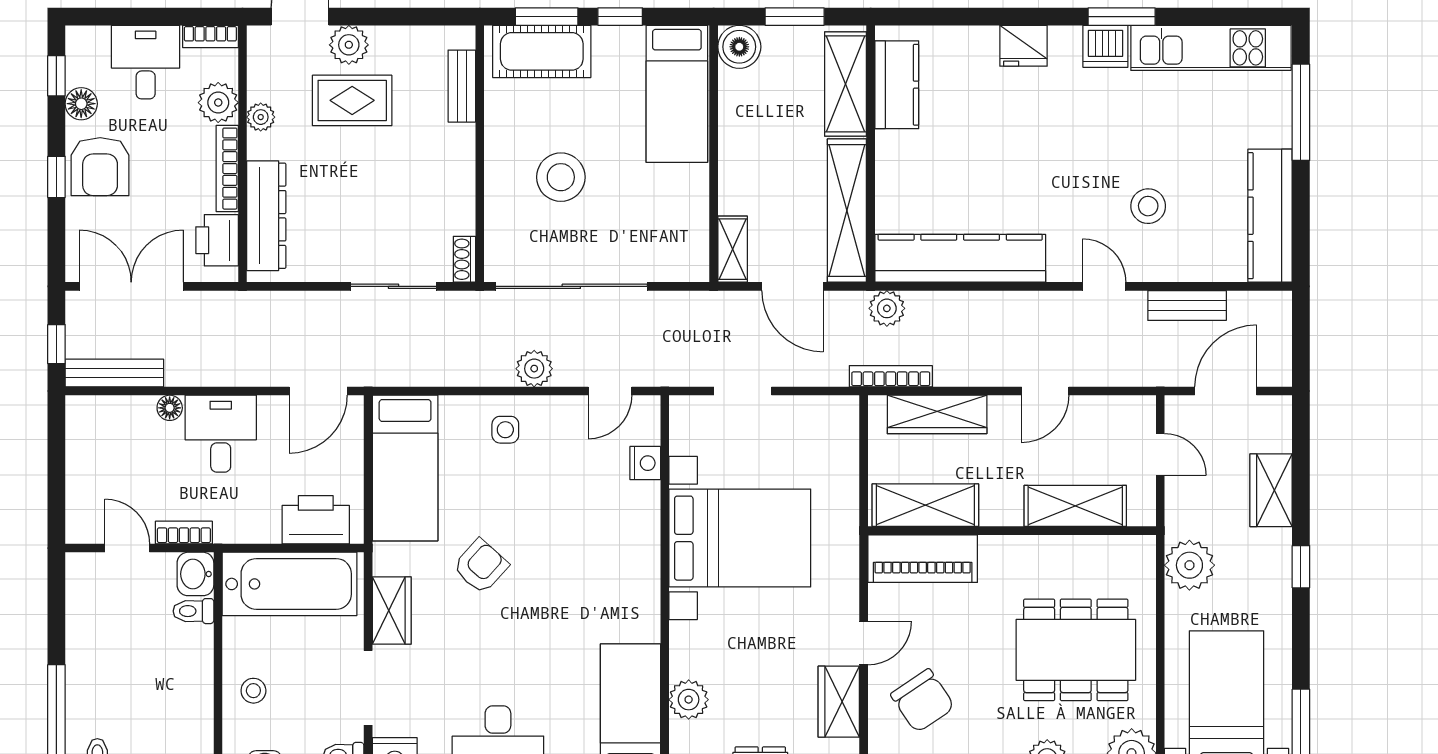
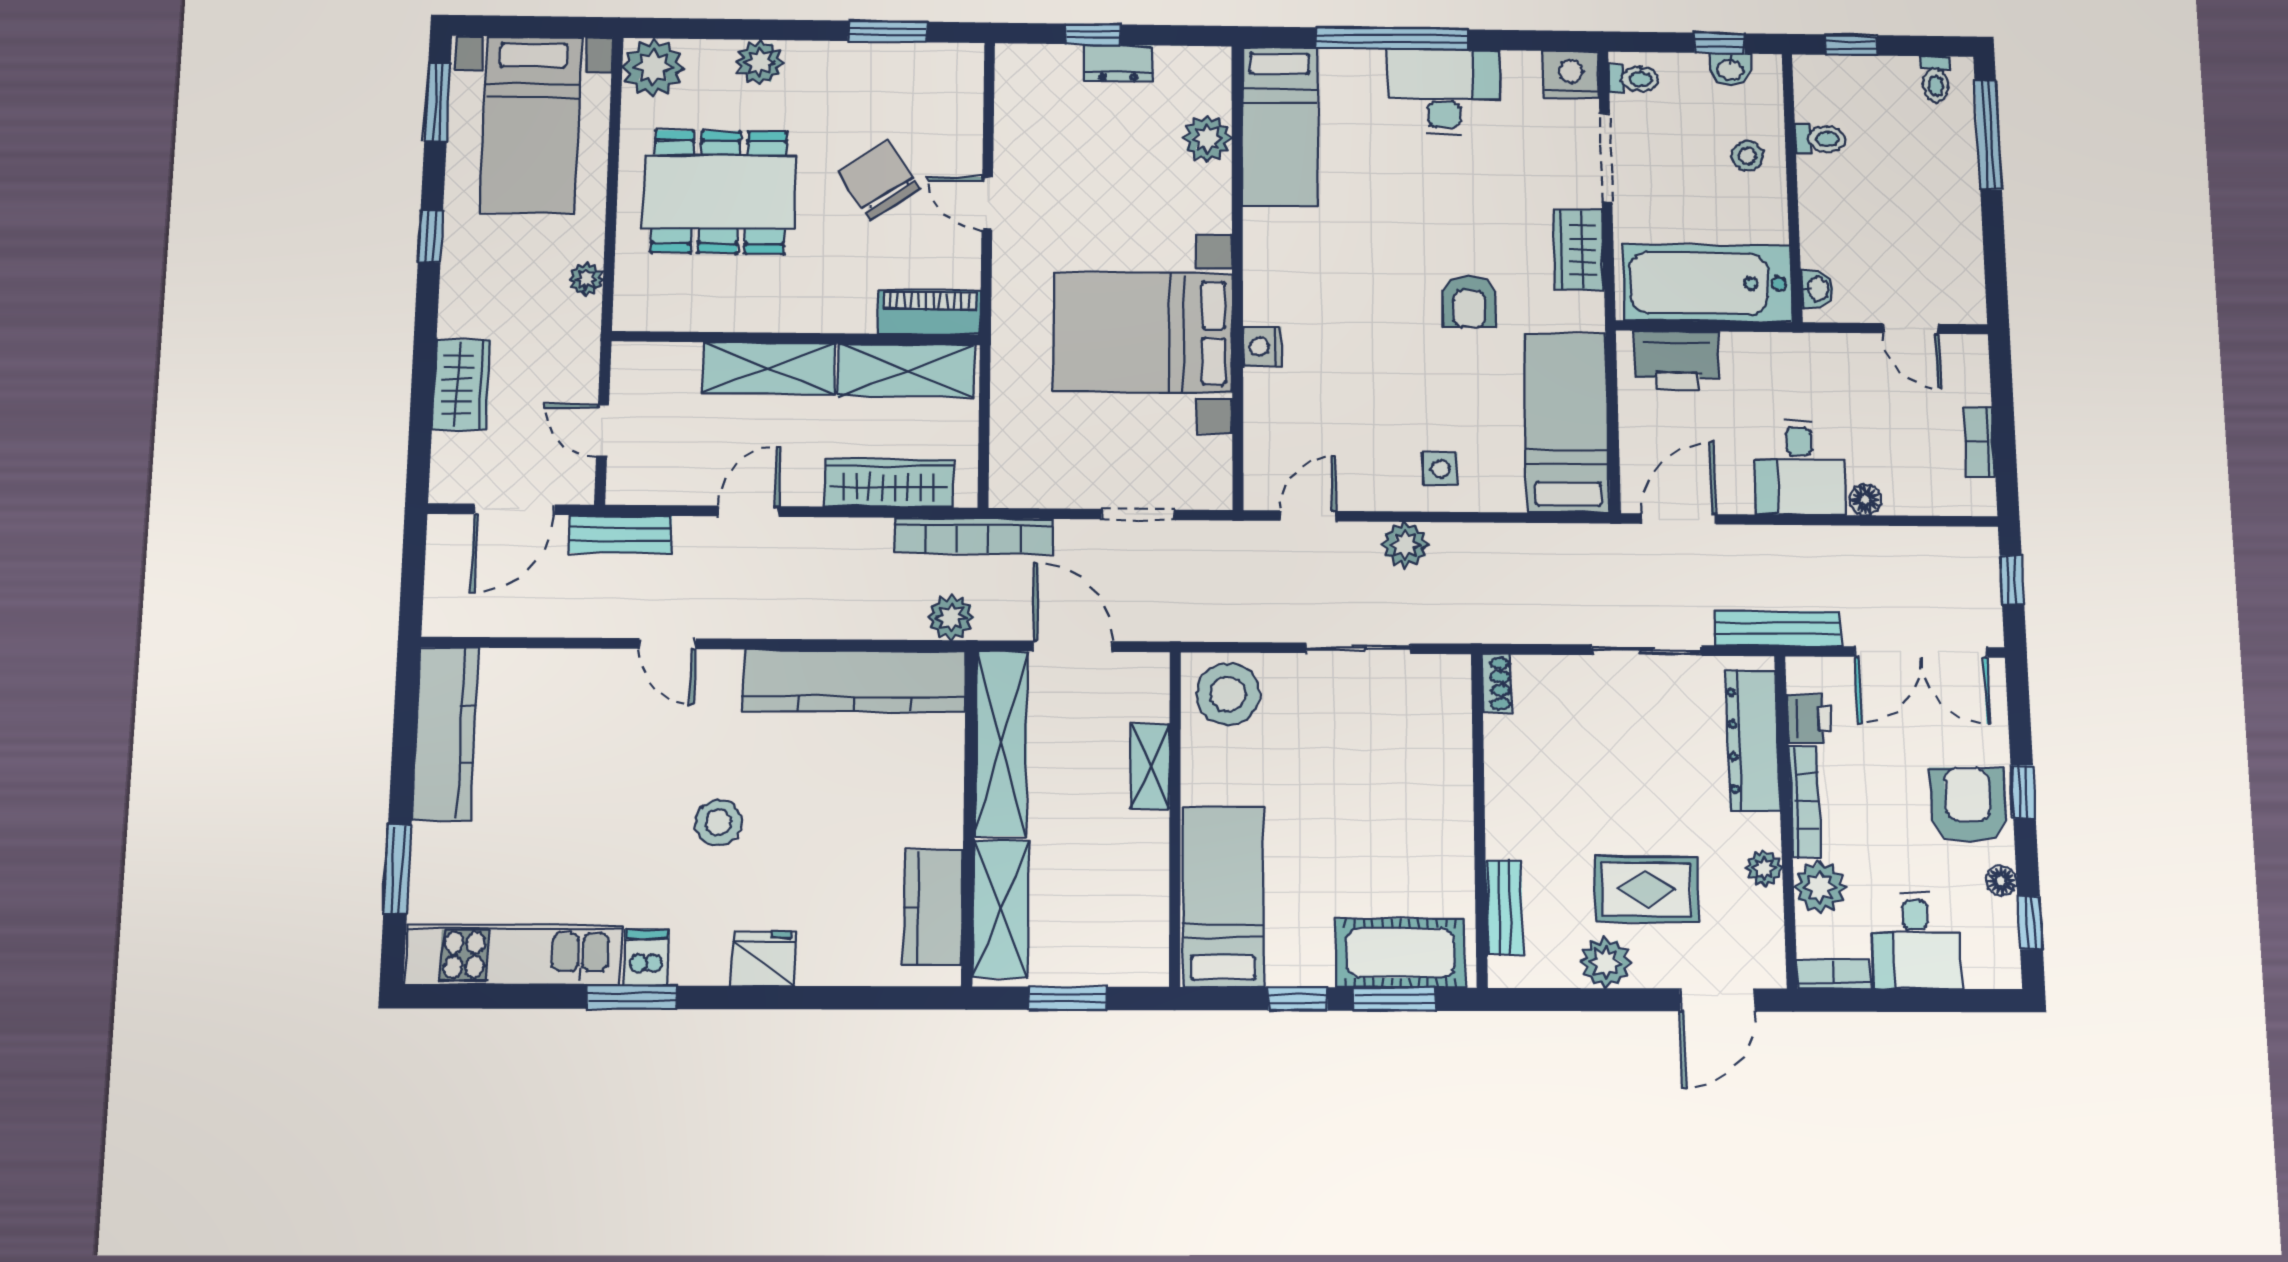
plant: (349, 45) -> (1606, 962), moved
dishwasher: (1105, 46) -> (646, 957), width x0.73
boiler: (739, 47) -> (1141, 958), removed
floor lamp: (81, 104) -> (2002, 881), width x0.73, depth x0.73
window: (1301, 112) -> (397, 869), width x0.69
stool: (561, 177) -> (1228, 694), moved
stool: (1148, 206) -> (718, 822), moved
printer: (217, 240) -> (1809, 719), width x0.73, depth x0.81
shelving: (733, 249) -> (1150, 767), moved
sliding door: (394, 286) -> (1647, 650), moved
sliding door: (571, 286) -> (1359, 648), width x0.54
bench: (1187, 305) -> (620, 534), moved
bench: (114, 373) -> (1778, 628), moved
bookcase: (891, 376) -> (973, 536), width x1.48, depth x1.31
nightstand: (645, 463) -> (1262, 347), moved
shelving: (1075, 506) -> (769, 368), moved
bookcase: (184, 533) -> (1979, 442), moved, turned 90
piano: (923, 559) -> (929, 312), width x0.73, depth x0.75
plant: (1189, 565) -> (586, 279), width x0.53, depth x0.53
armchair: (481, 566) -> (1469, 302), turned -42
window: (1301, 567) -> (430, 236), moved
washbasin: (195, 574) -> (1817, 289), width x0.72, depth x0.69
toilet: (193, 611) -> (1820, 139), moved
door: (864, 643) -> (987, 203), hinge flipped
chair: (923, 701) -> (879, 180), moved
wardrobe: (839, 702) -> (1019, 134), removed

